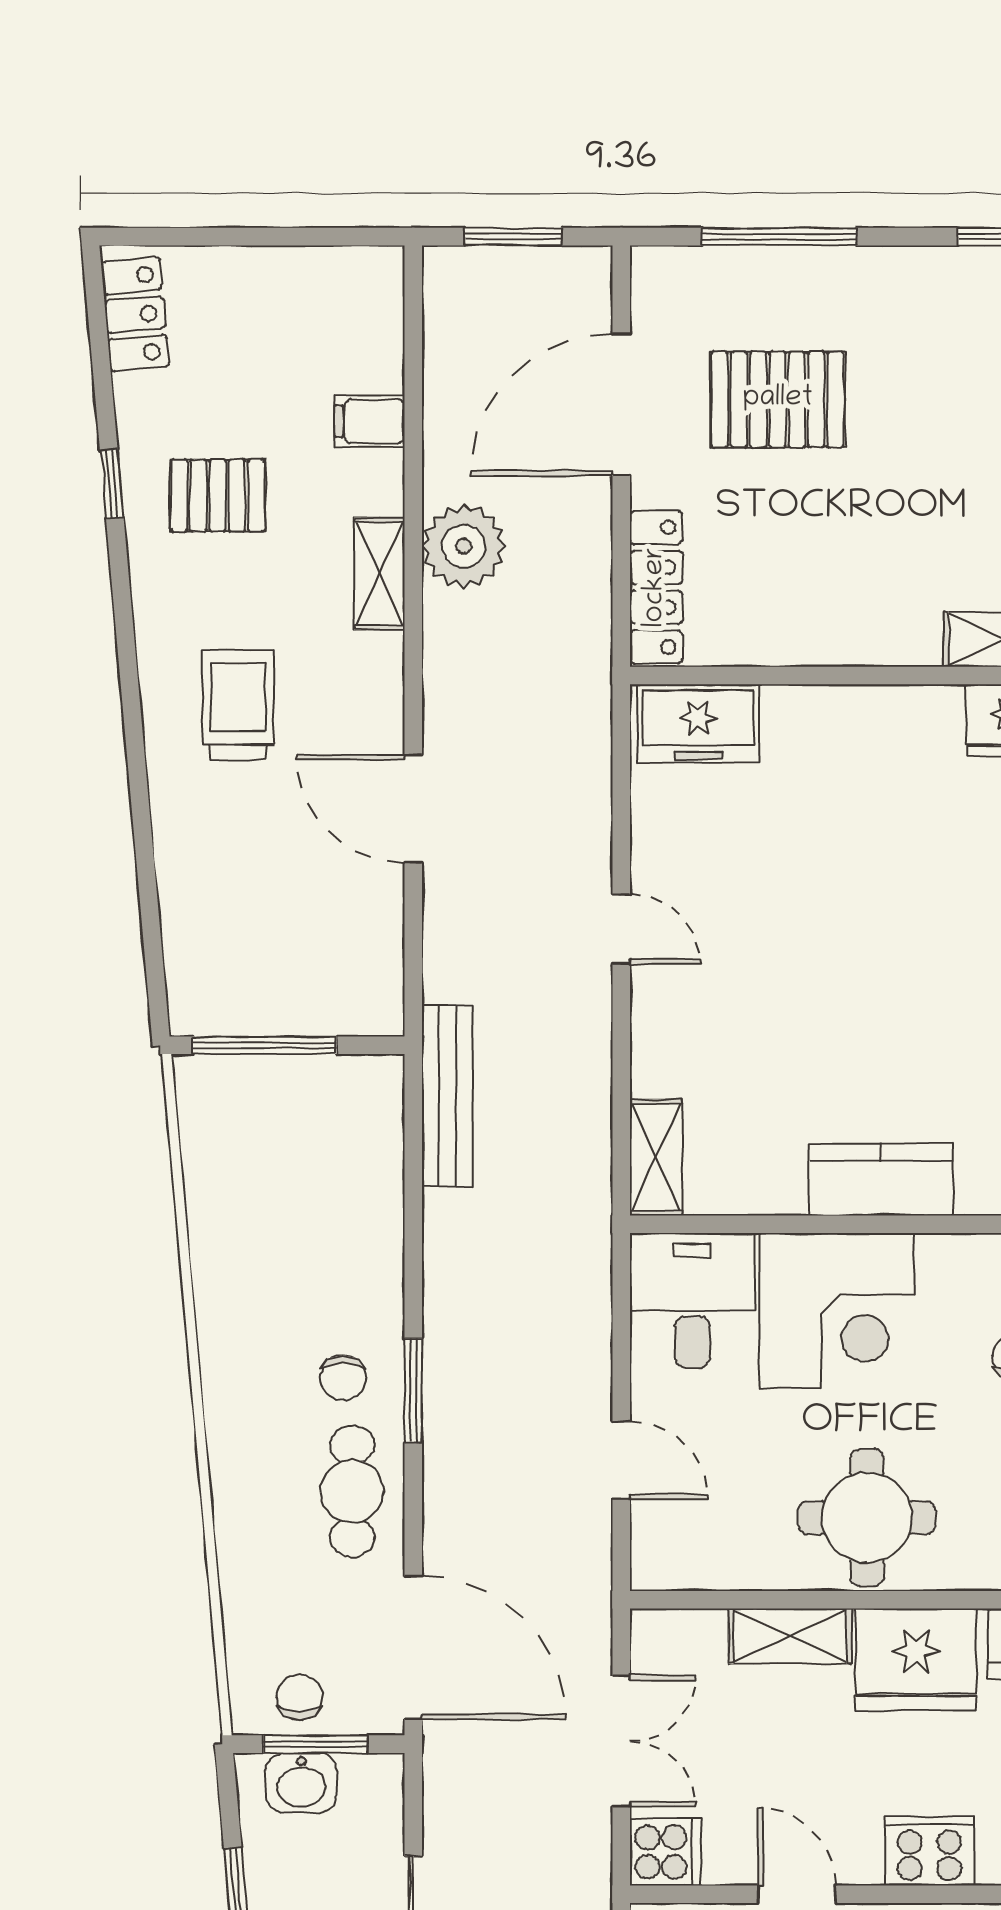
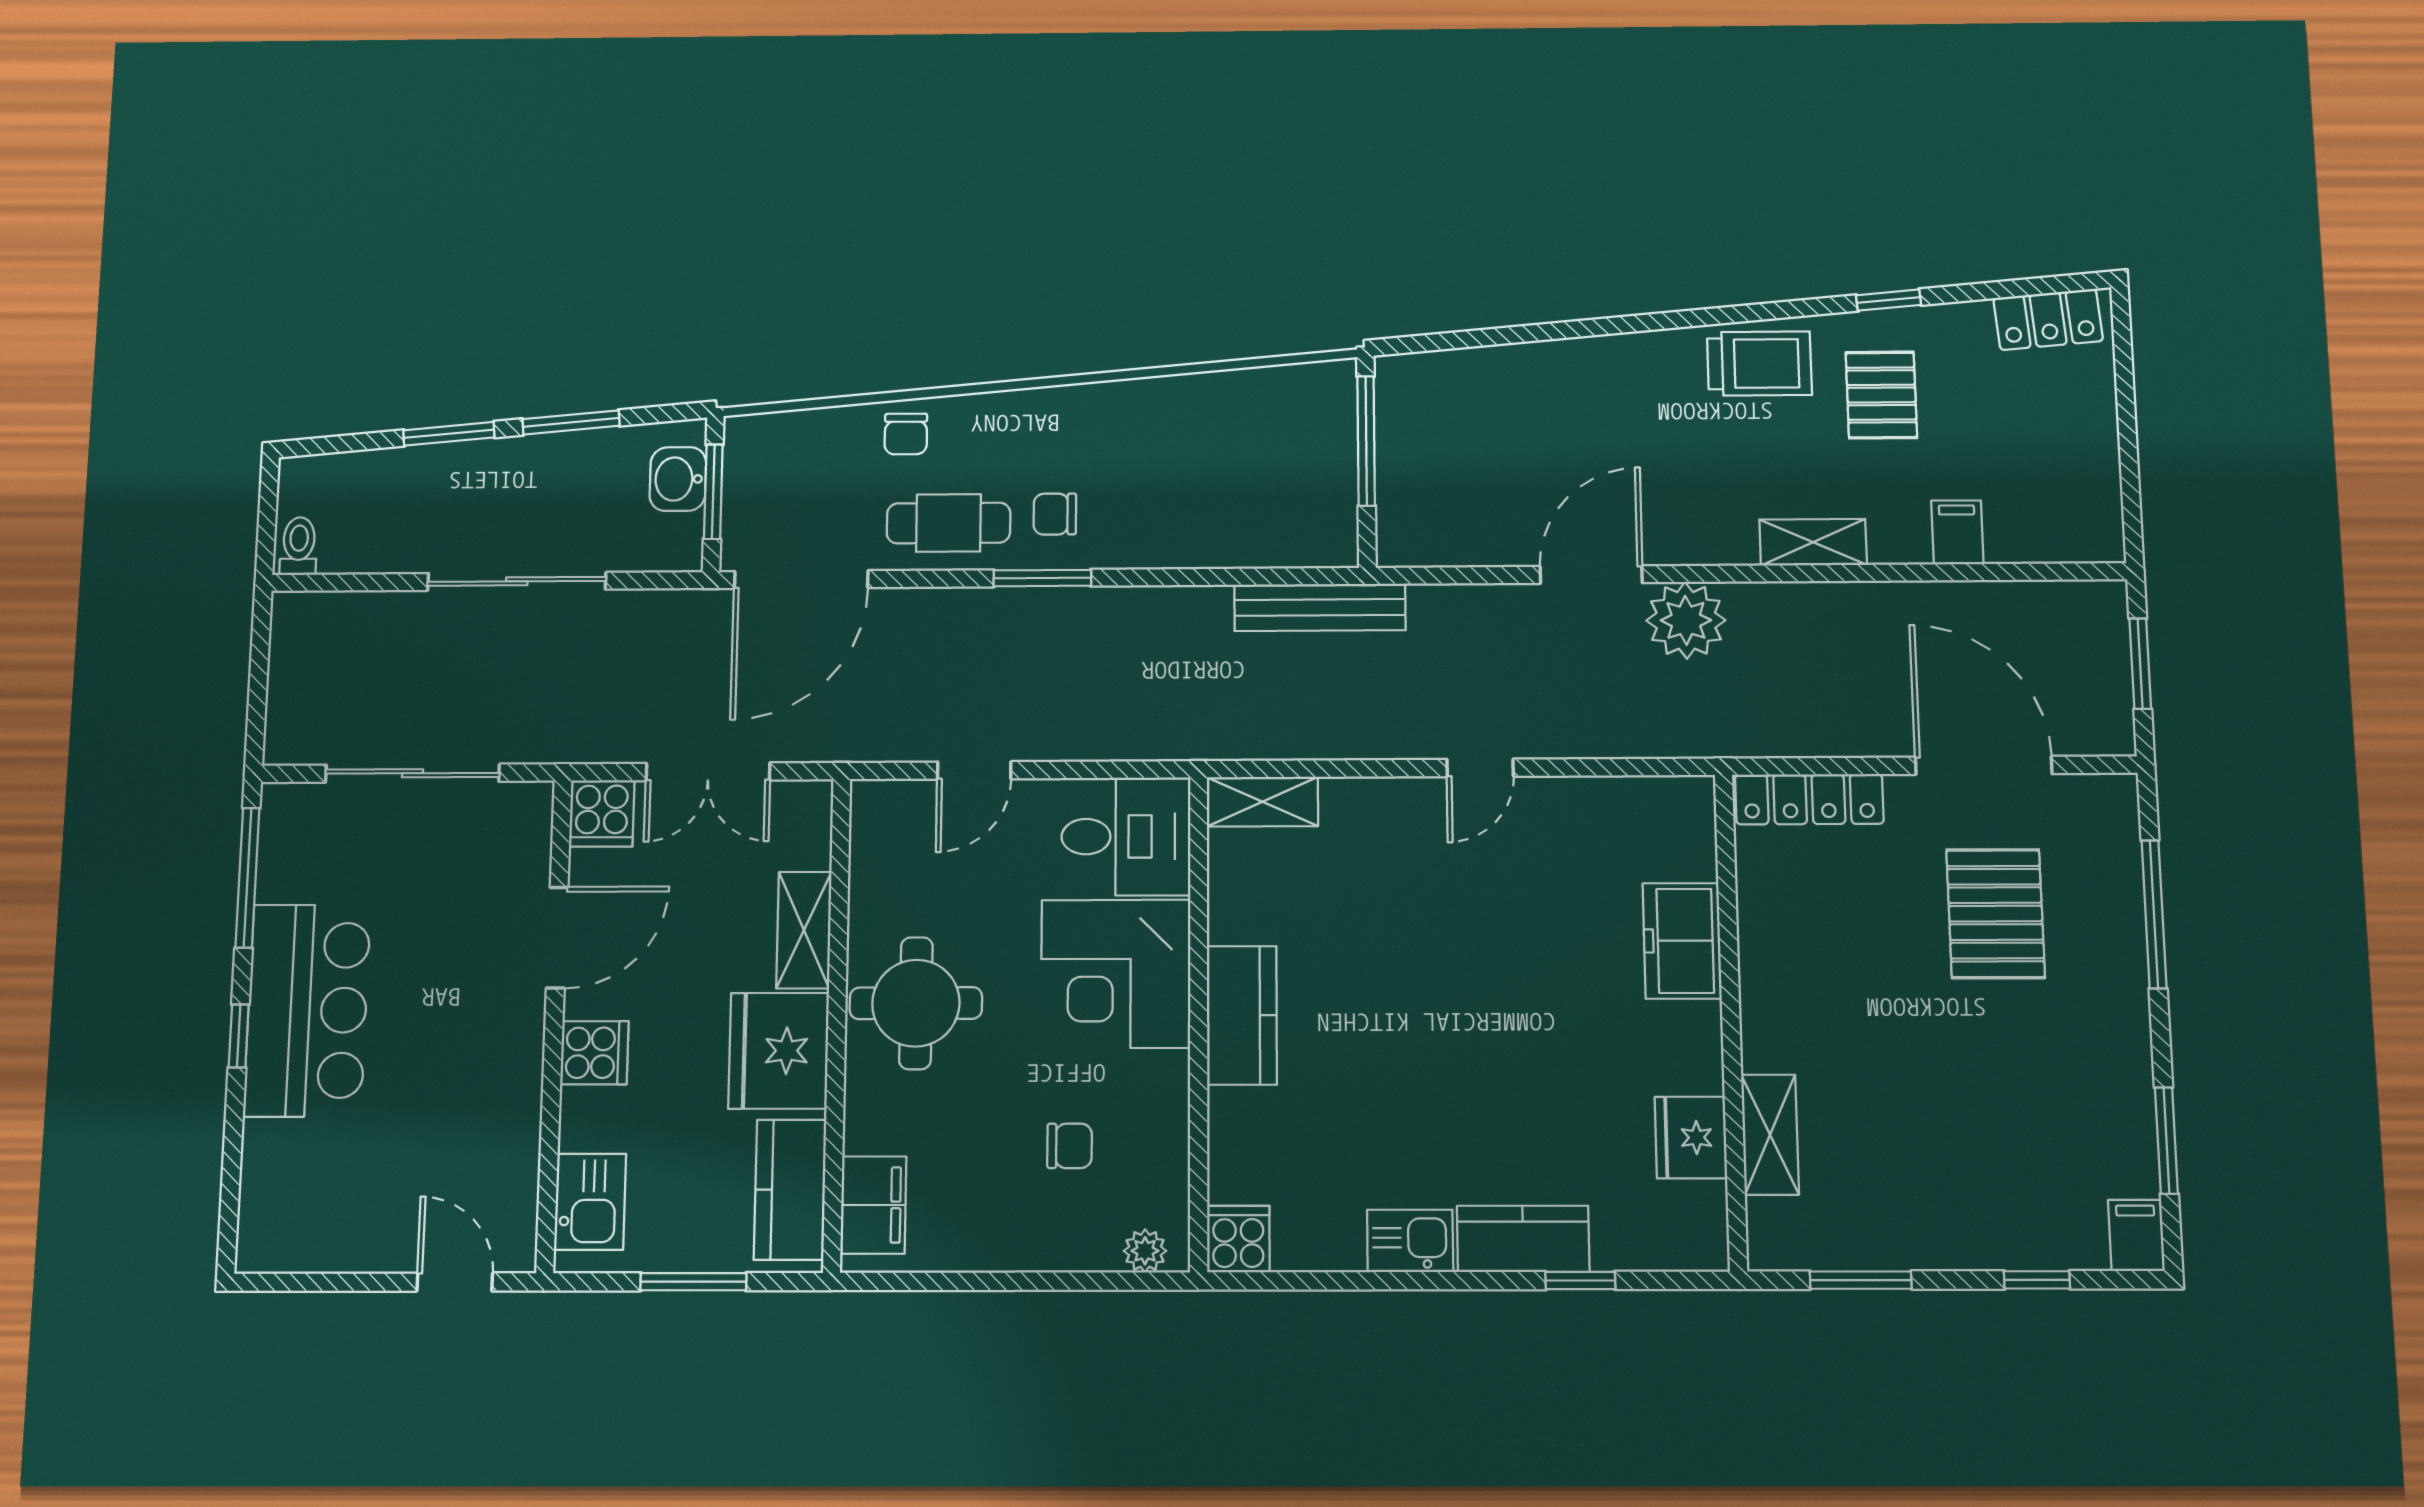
plant: (464, 546) -> (1686, 620), moved
trolley: (238, 705) -> (1759, 363), moved
freezer: (698, 723) -> (1682, 941), moved
chair: (300, 1697) -> (906, 434), moved, turned 90
cooker: (929, 1851) -> (594, 1053), width x0.73
door: (797, 1894) -> (557, 938), width x1.38

